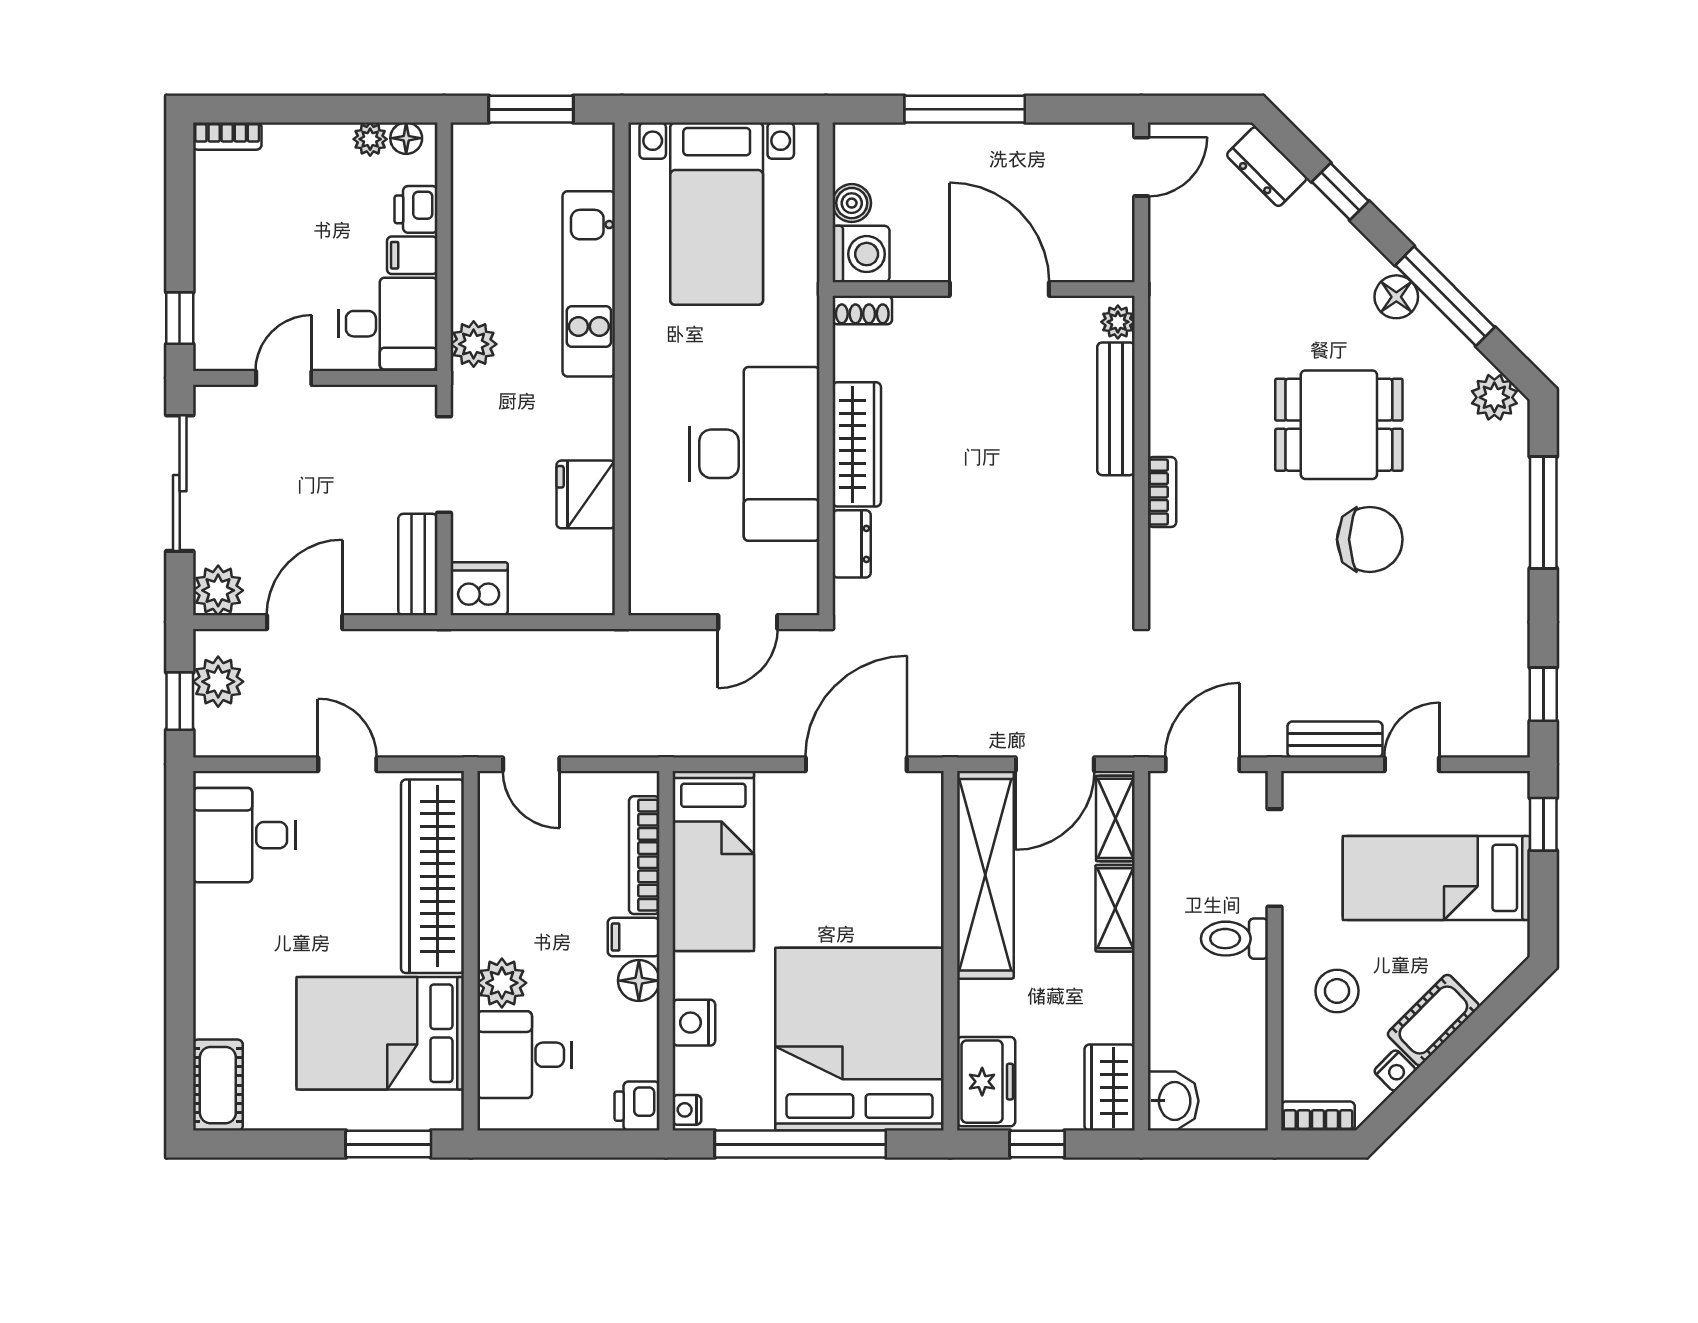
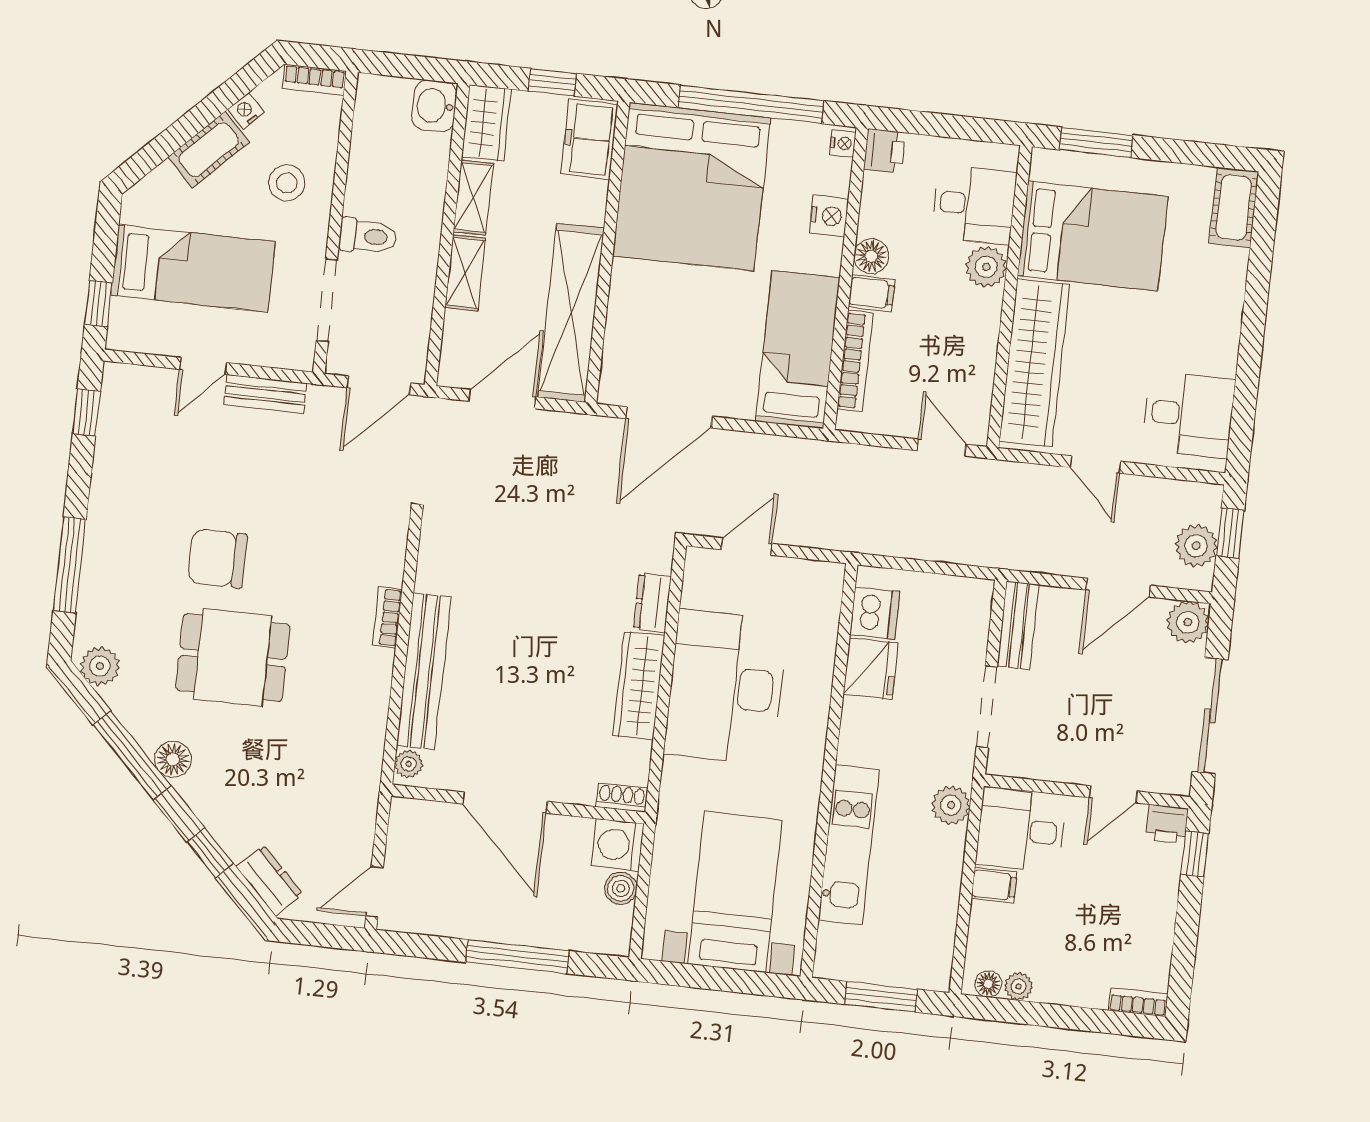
printer: (416, 209) -> (1167, 824), moved, turned 90
bench: (1116, 409) -> (424, 671), width x1.37, depth x1.21
dishwasher: (479, 589) -> (875, 613), moved, turned -90
shelving: (1115, 818) -> (473, 197), moved

